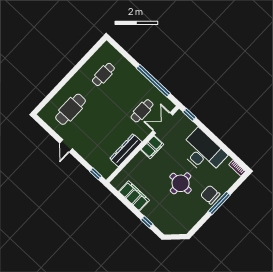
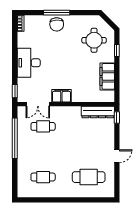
dresser: (126, 150) -> (98, 112), moved
desk: (203, 152) -> (29, 63), width x0.73, depth x0.77
round table: (181, 183) -> (94, 40), moved

